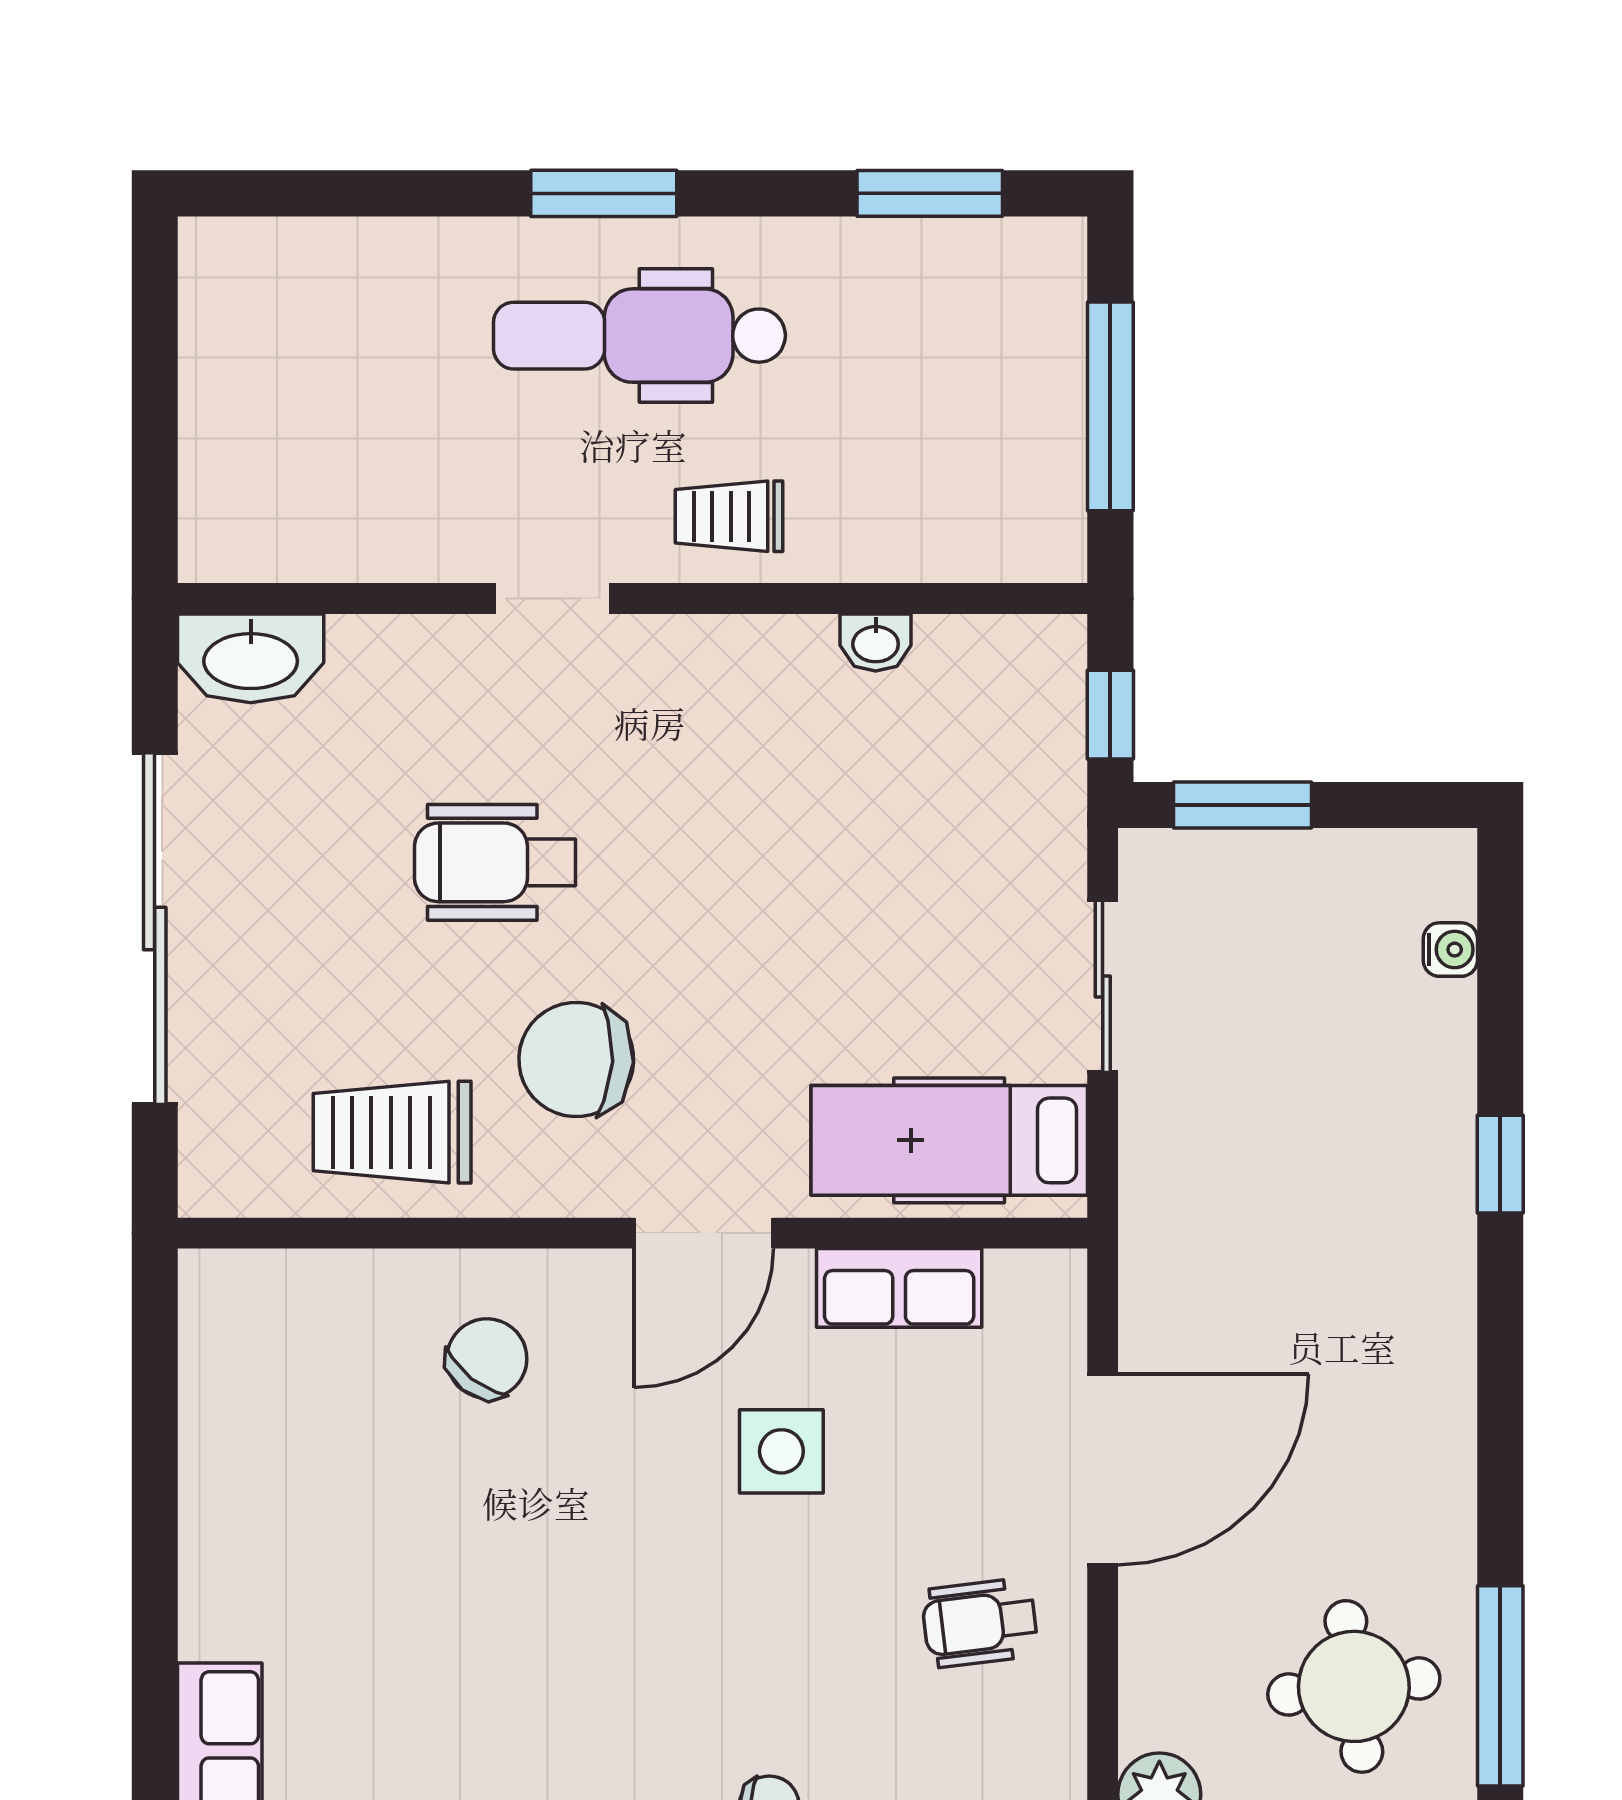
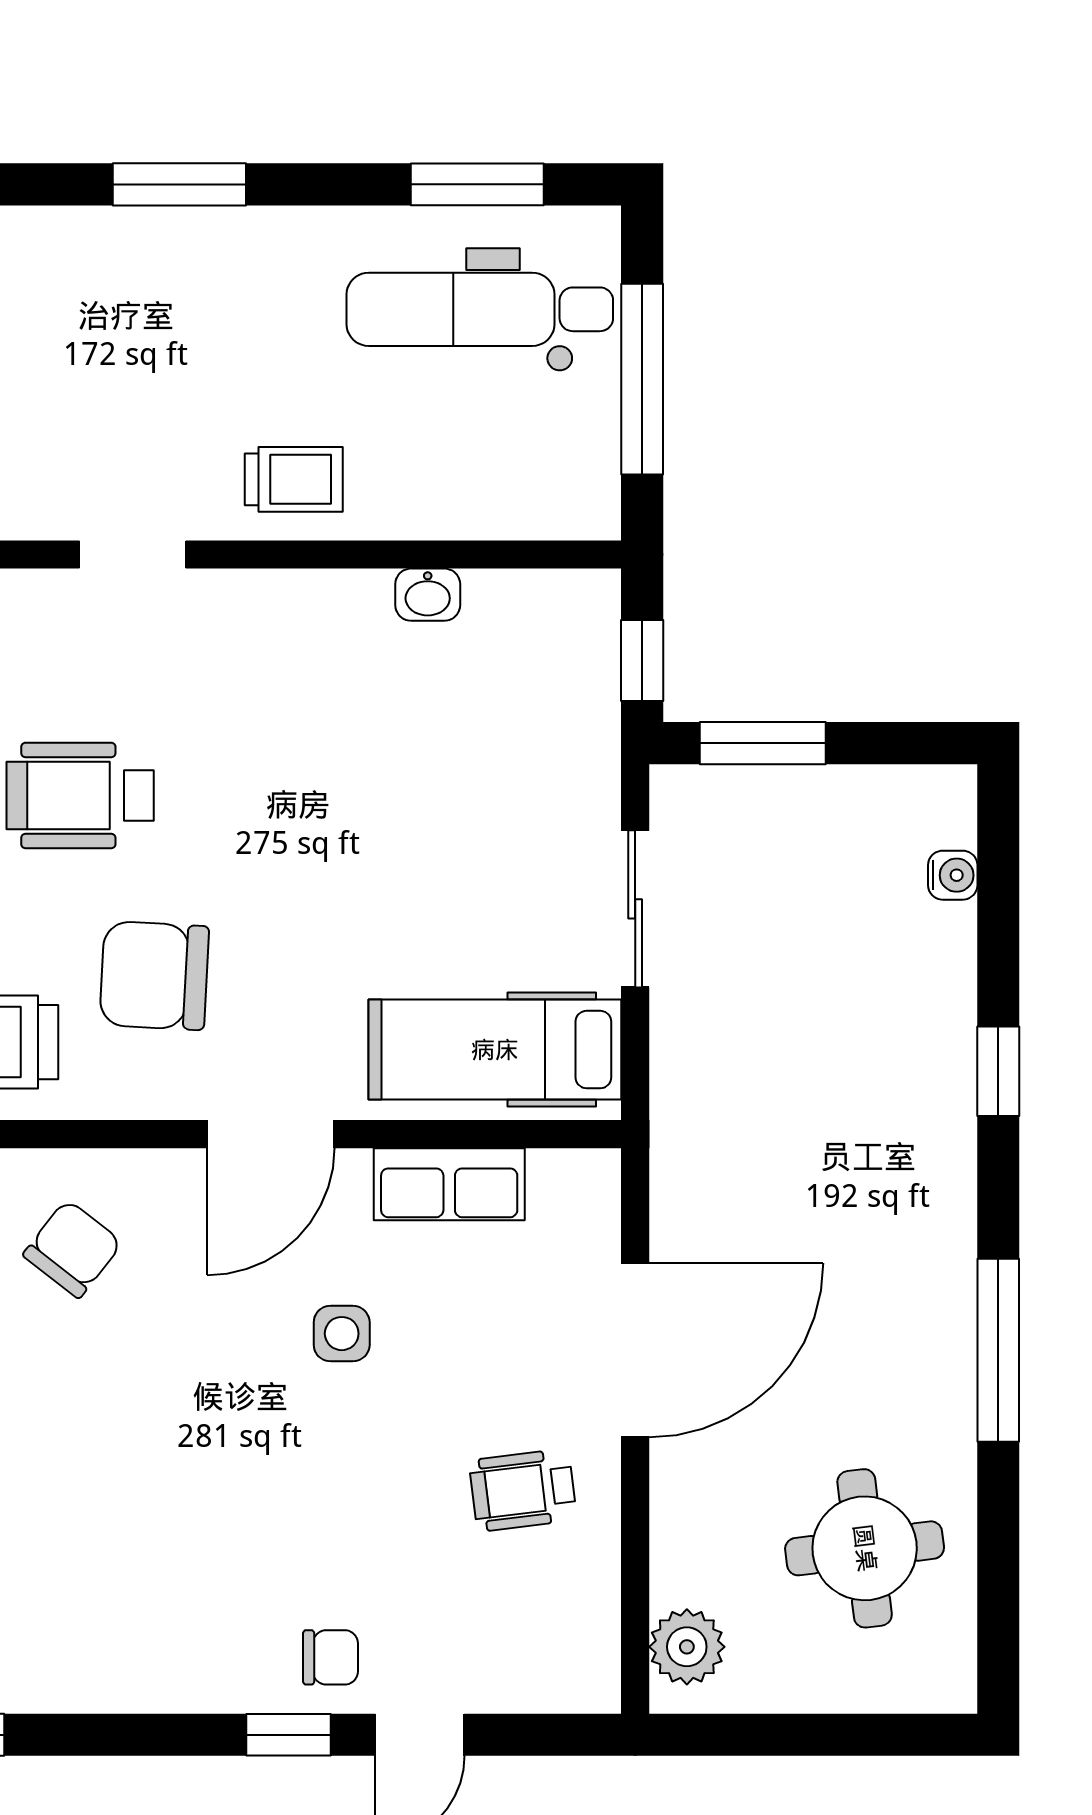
dental chair: (639, 336) -> (480, 309), moved
trolley: (729, 516) -> (294, 479), turned 180
side table: (781, 1451) -> (342, 1334), width x0.73, depth x0.73
window: (1500, 1686) -> (998, 1350), moved

